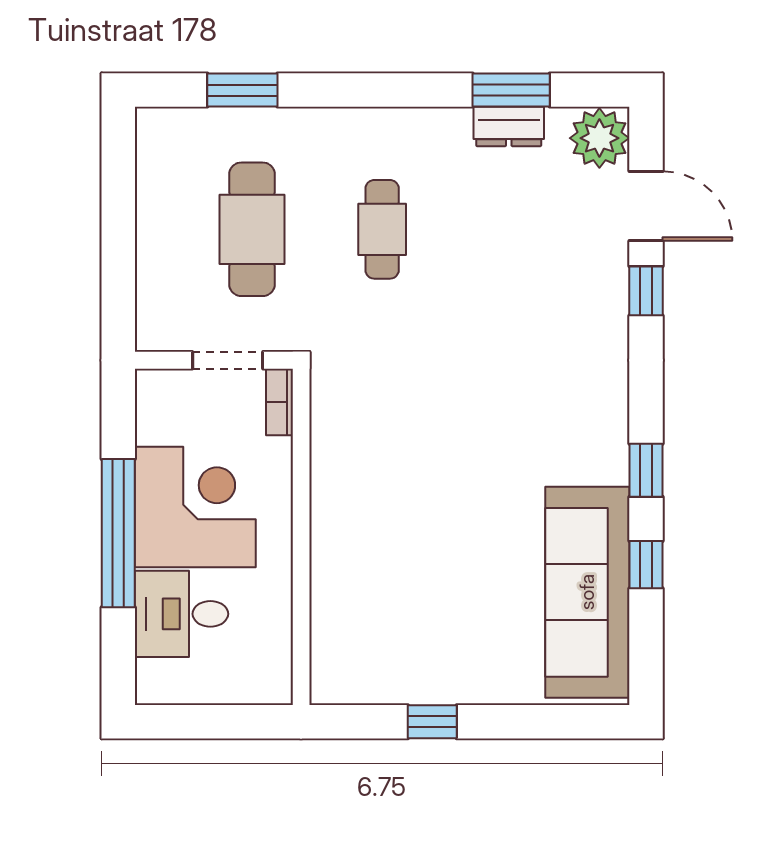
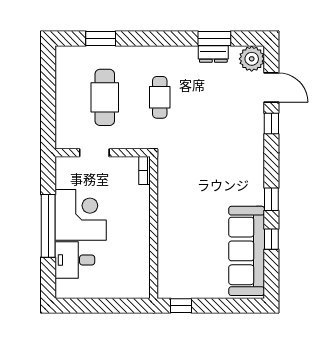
bookcase: (279, 402) -> (144, 170), moved
wall: (301, 537) -> (154, 227), moved

